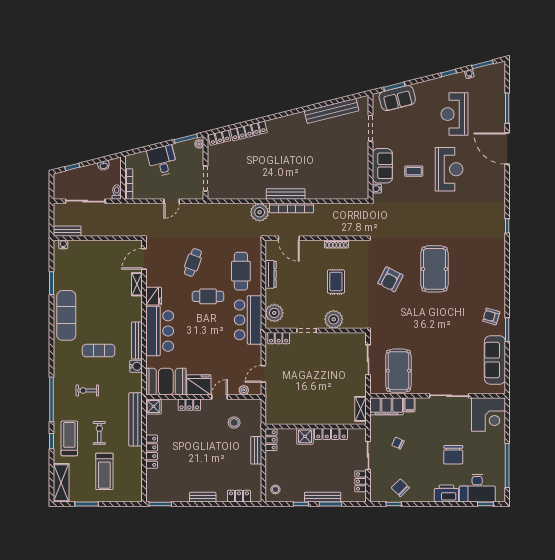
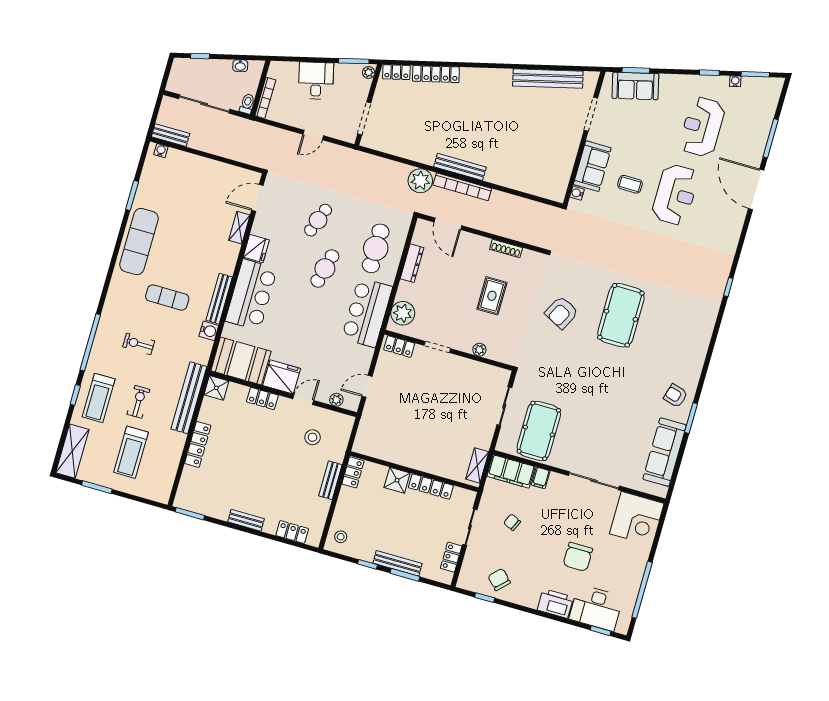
cafe table: (208, 296) -> (325, 268), turned -76
plant: (334, 319) -> (479, 350), width x0.53, depth x0.53
treadmill: (69, 438) -> (99, 398), turned 180

